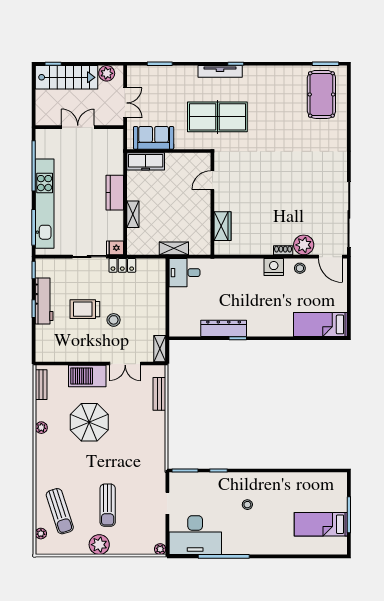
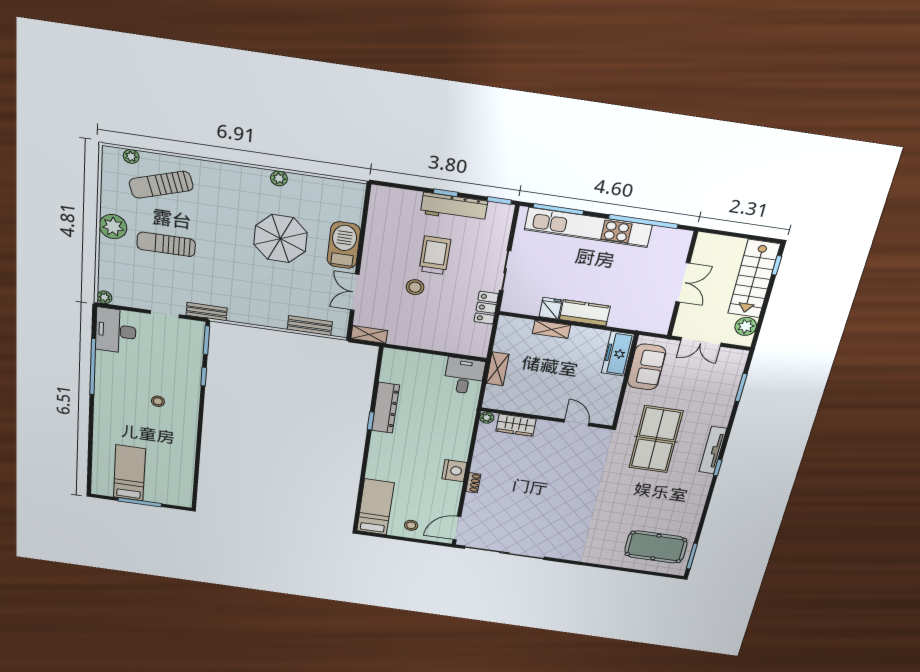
plant: (304, 245) -> (487, 418), moved, width x0.53, depth x0.53
fridge: (115, 248) -> (551, 308), moved
stool: (300, 268) -> (411, 525), moved
bench: (41, 385) -> (207, 312), moved
desk: (195, 535) -> (116, 331), width x0.73, depth x0.77

